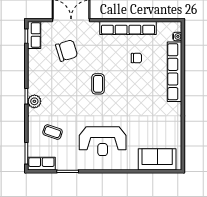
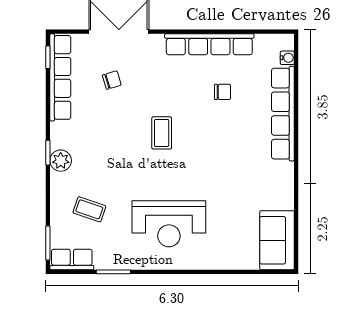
row of seats: (34, 35) -> (60, 77), width x2.02
chair: (67, 51) -> (112, 80), width x0.54, depth x0.54
sofa: (157, 159) -> (277, 240), moved, turned -90

